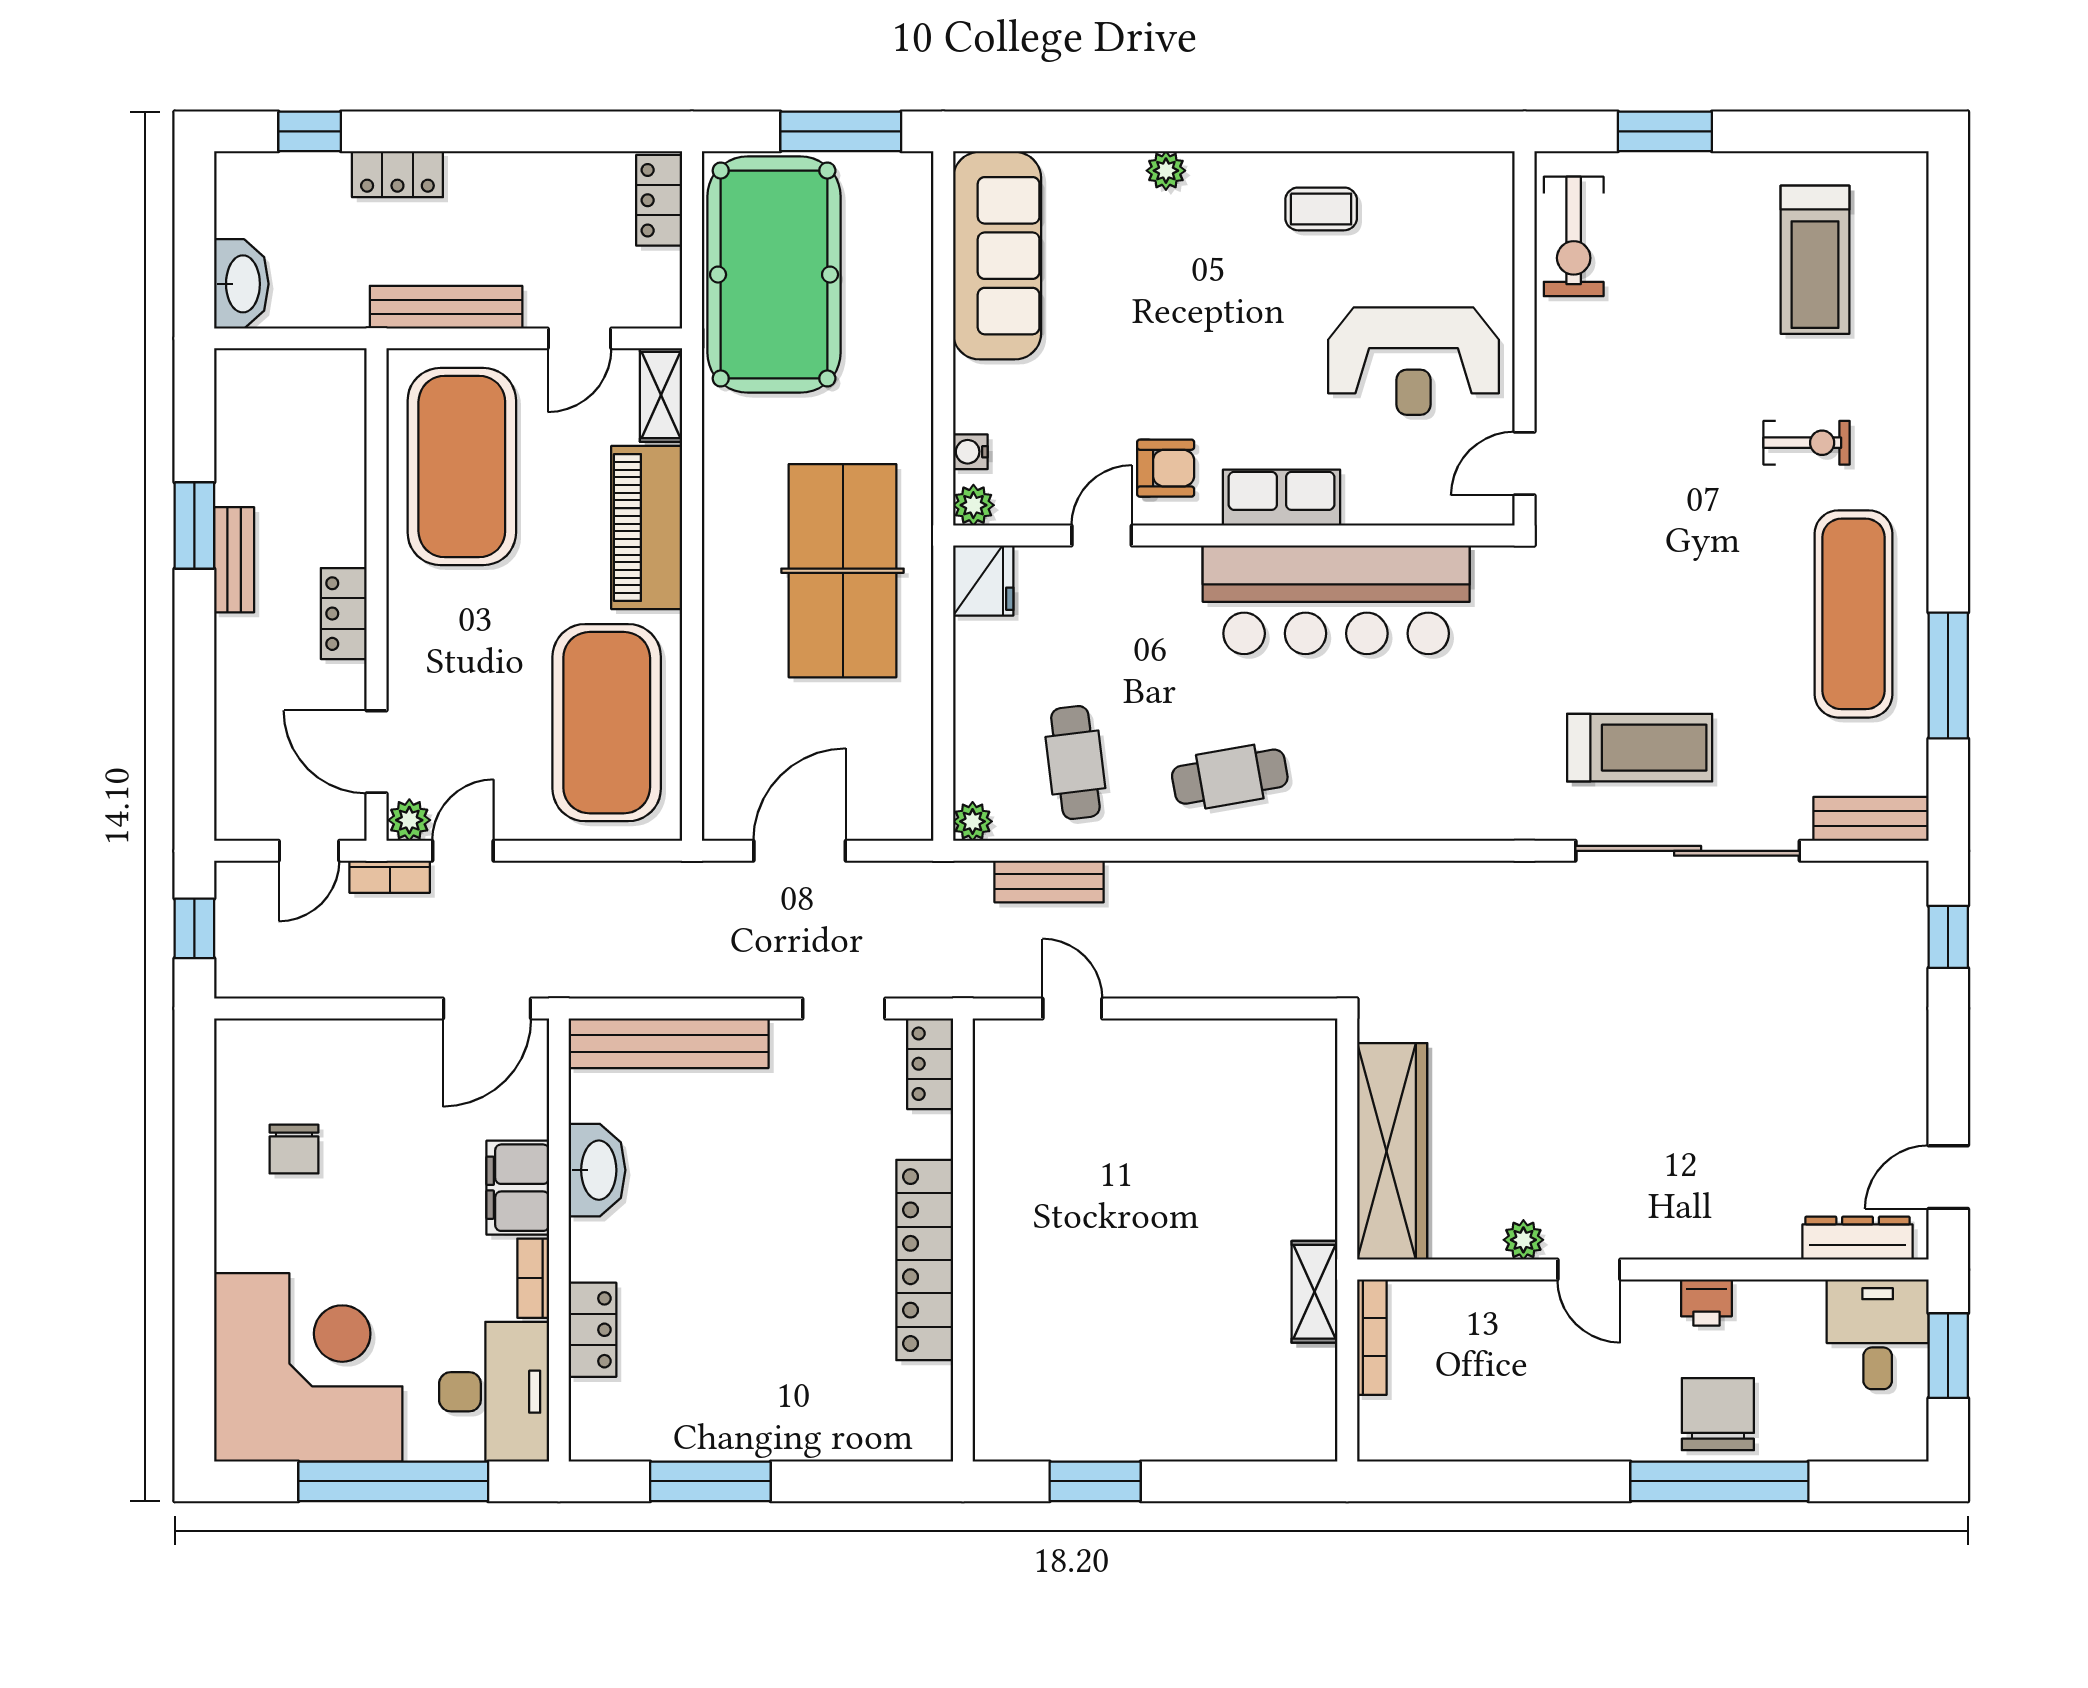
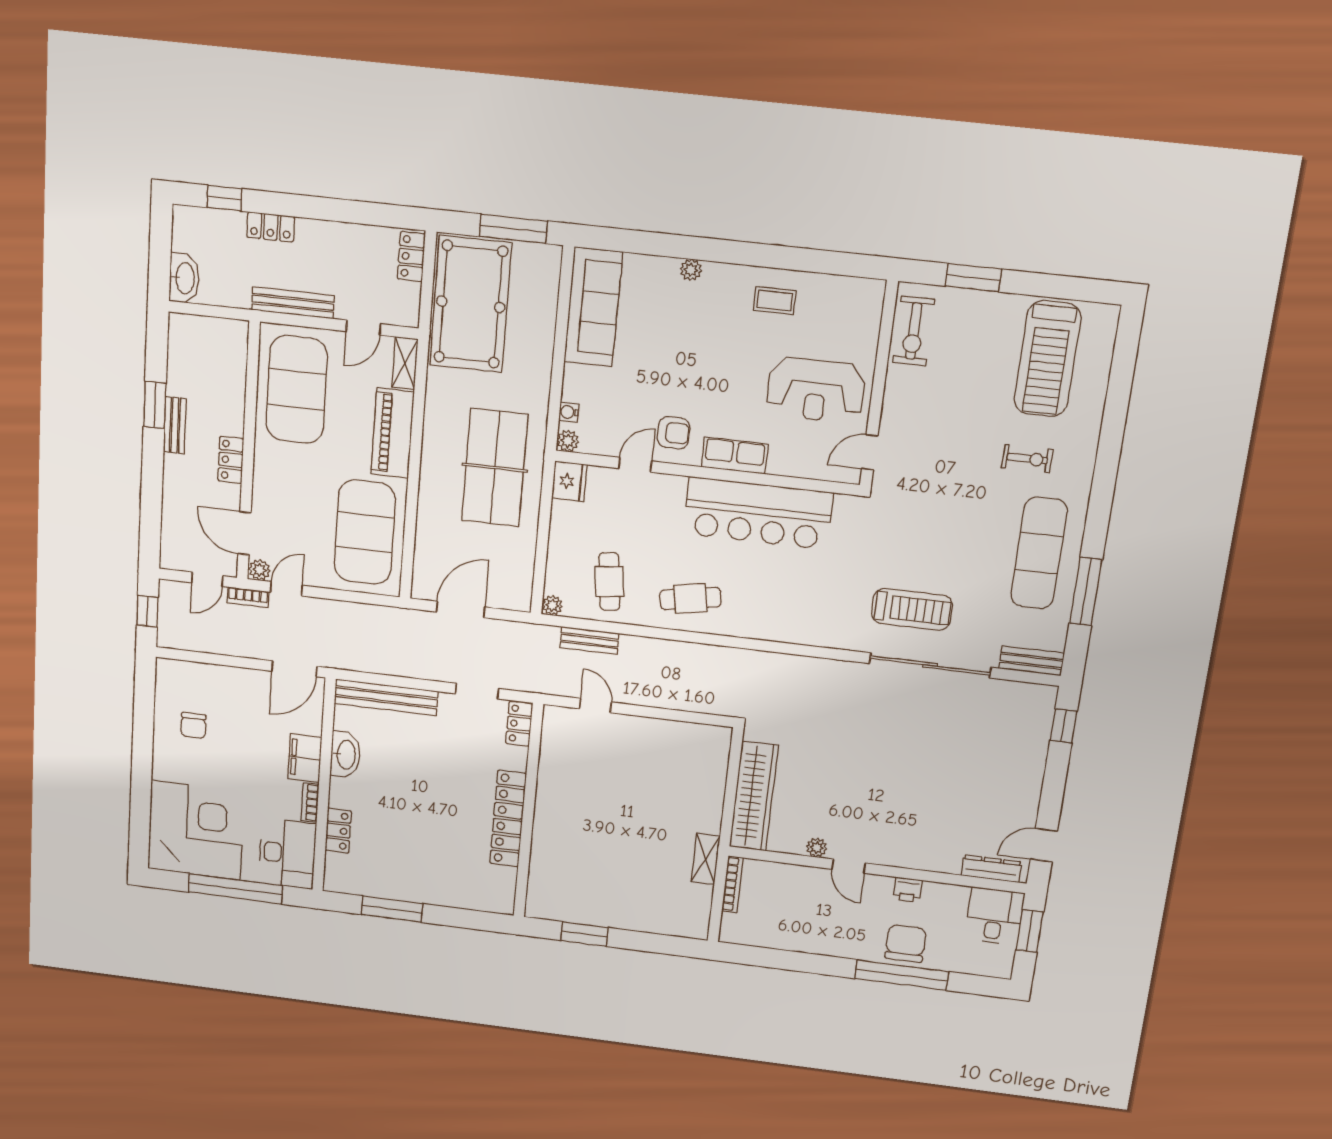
treadmill: (1815, 260) -> (1047, 359), width x1.37, depth x1.38

